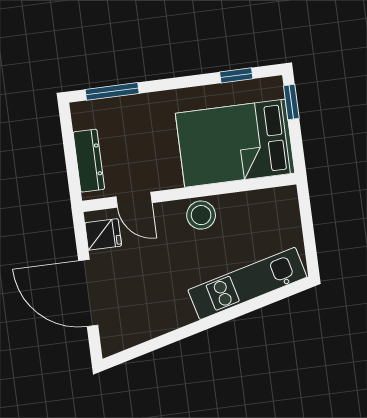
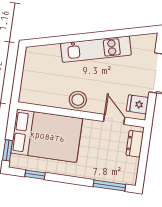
dresser: (89, 161) -> (135, 144), width x0.70
kitchen unit: (247, 283) -> (96, 49), moved

